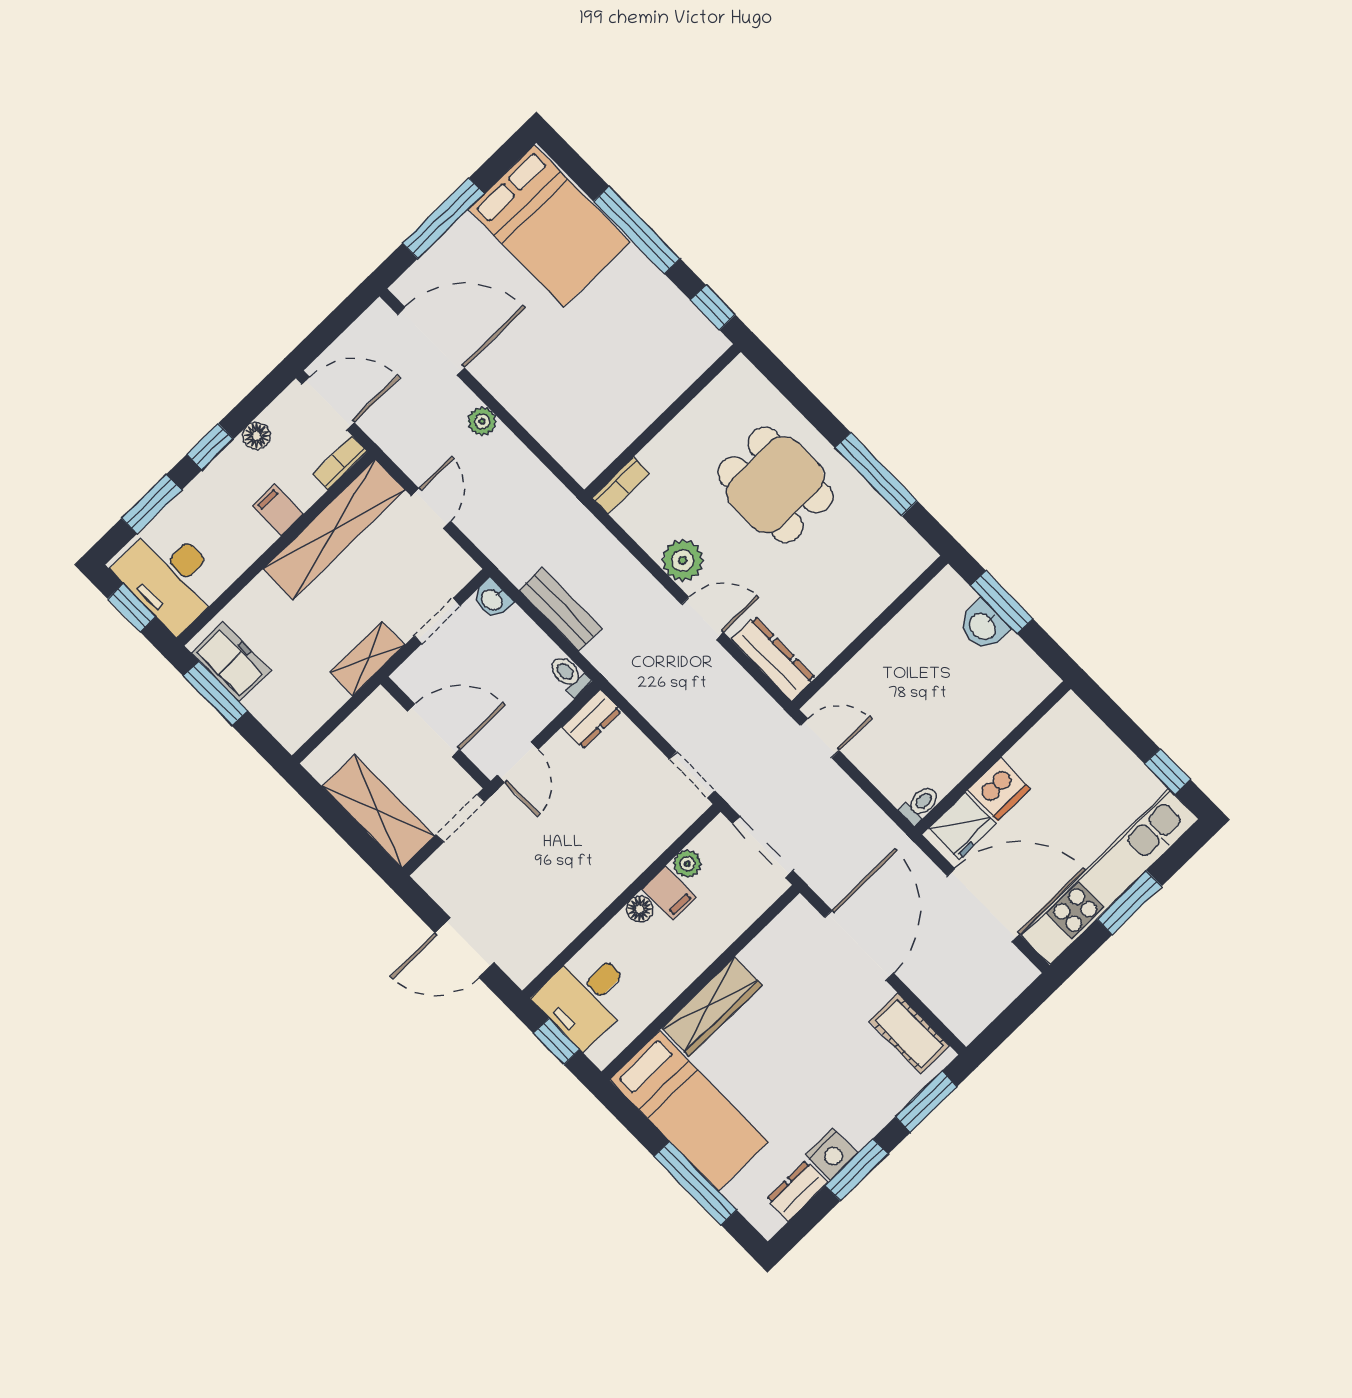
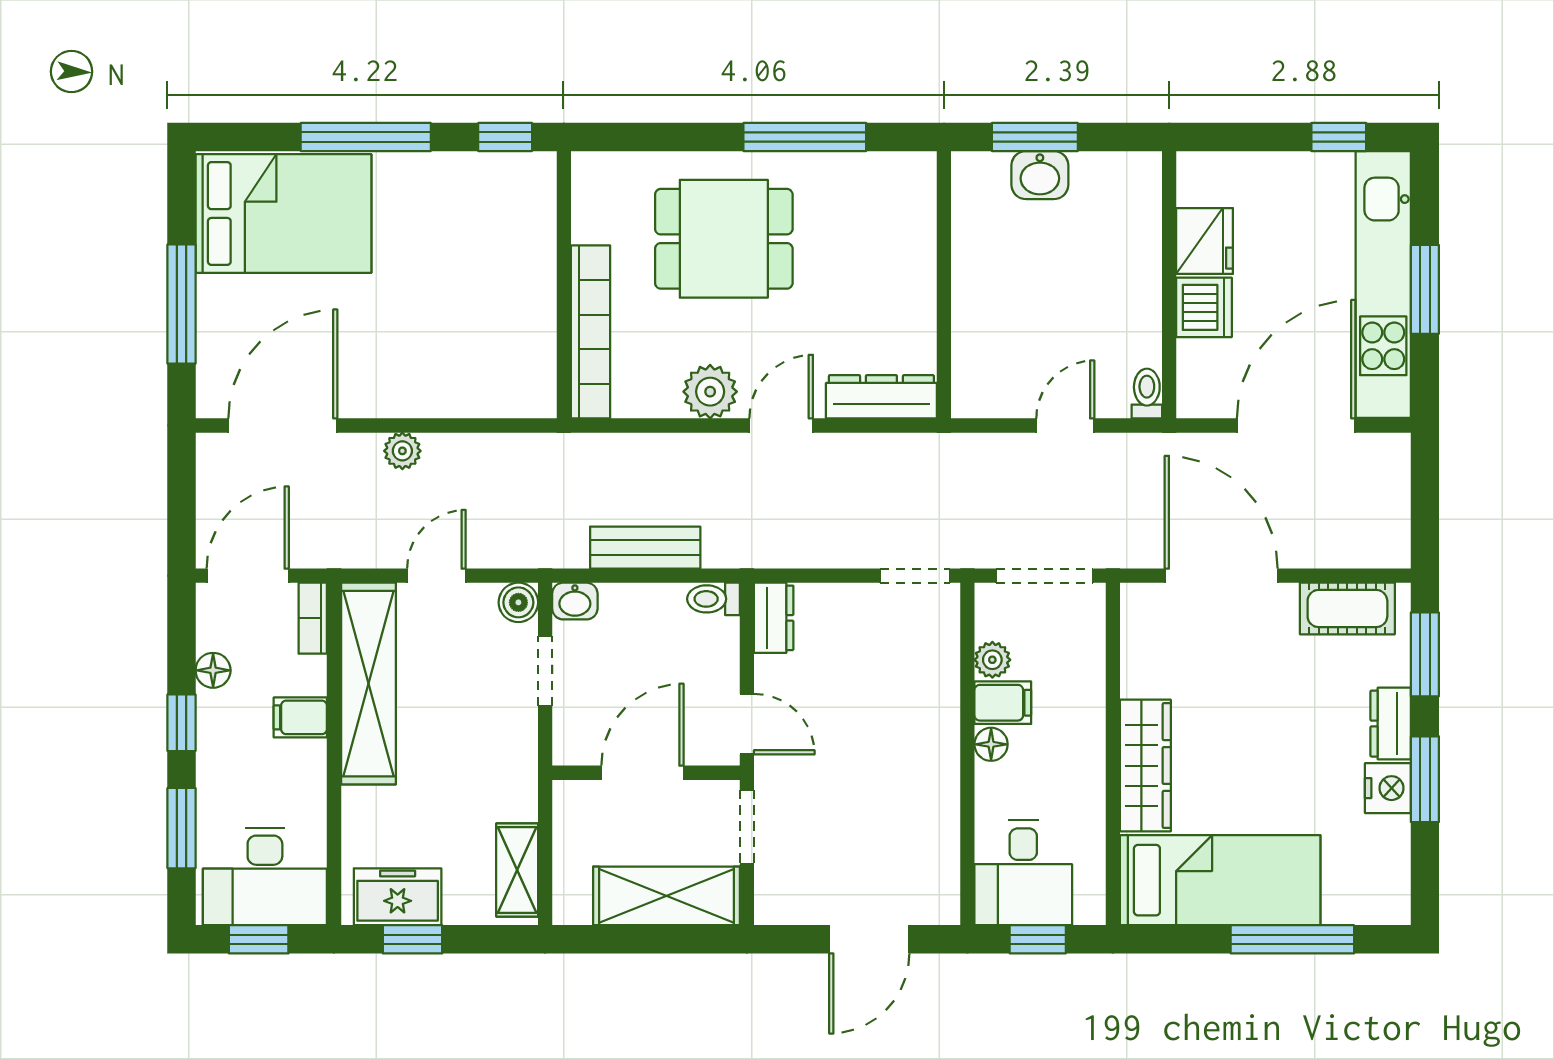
bookcase: (621, 486) -> (591, 332), width x2.31, depth x1.31
door: (431, 508) -> (436, 576), hinge flipped
boiler: (461, 569) -> (518, 602), added
shelving: (367, 659) -> (517, 870), moved
window: (216, 693) -> (413, 939), width x0.67
door: (820, 738) -> (1065, 426), moved
fridge: (962, 826) -> (1205, 241), moved
dresser: (797, 1191) -> (1391, 724), moved

